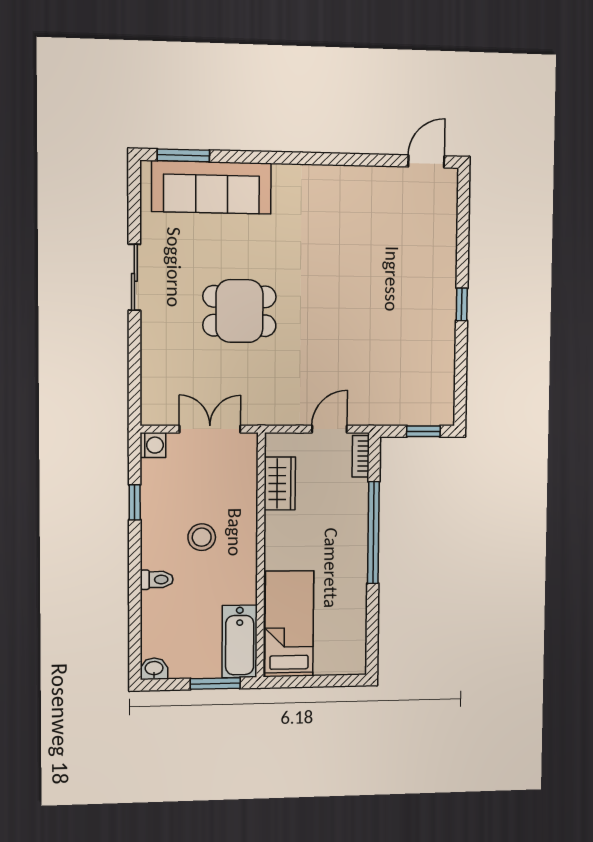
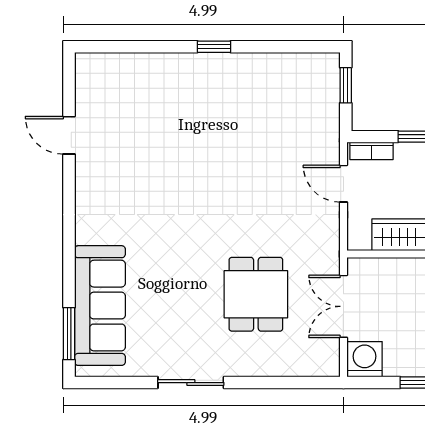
door: (426, 161) -> (69, 135), moved
dining table: (239, 311) -> (256, 294), moved
washing machine: (153, 445) -> (365, 359), width x1.38, depth x1.38

